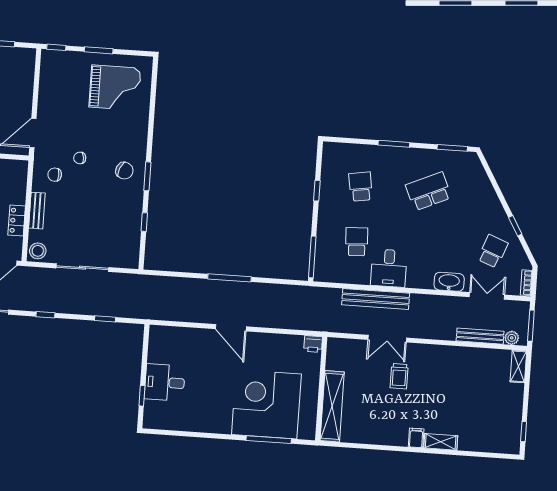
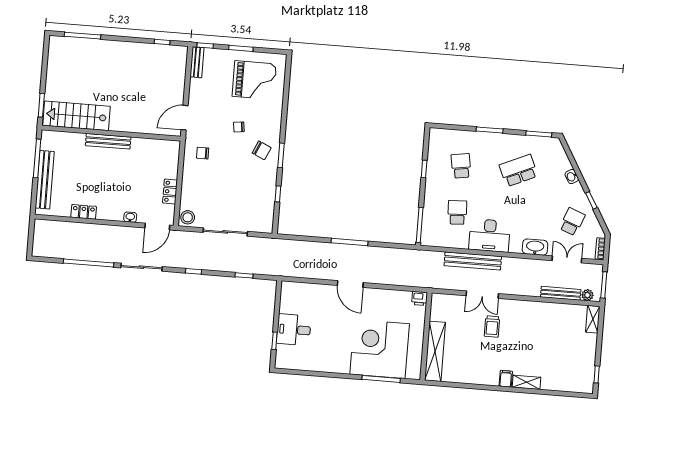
chair: (80, 158) -> (239, 127), moved
washbasin: (492, 198) -> (572, 176), added
bench: (37, 211) -> (197, 62), moved
desk: (389, 268) -> (490, 235), width x1.37

